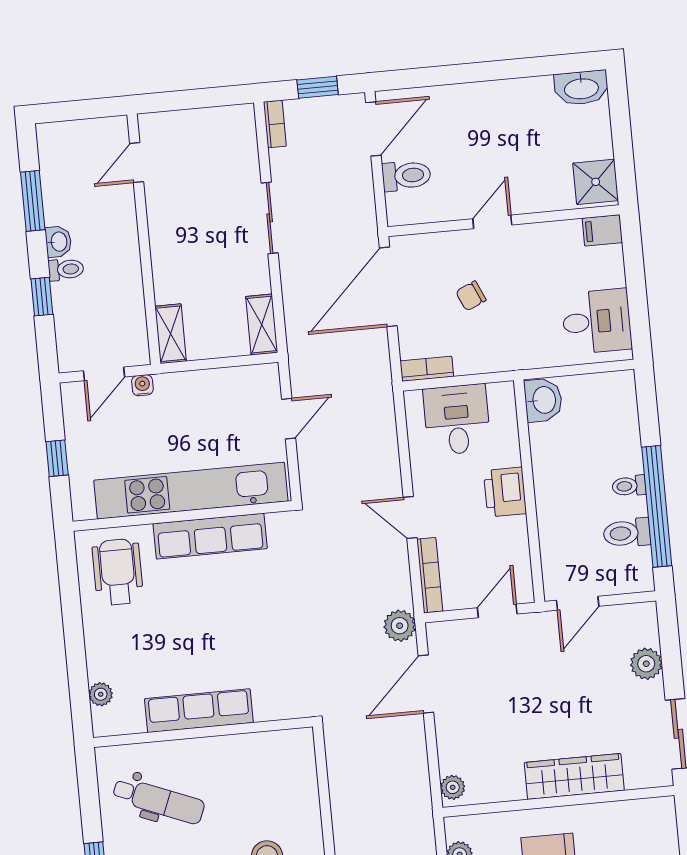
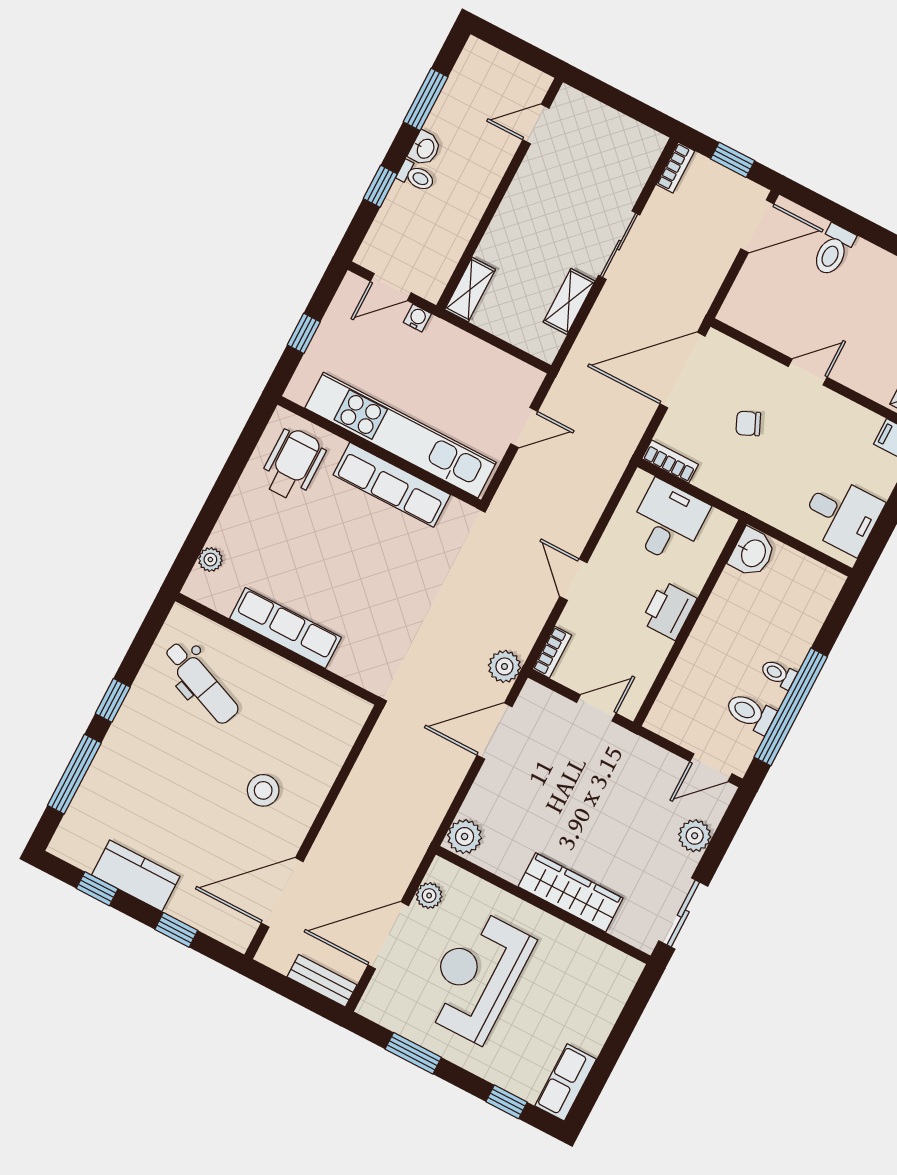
toilet: (406, 176) -> (833, 250), moved, turned 90
shelving: (262, 325) -> (569, 302), moved
bookcase: (430, 575) -> (552, 652), width x0.64
door: (578, 603) -> (711, 768), moved
plant: (453, 787) -> (465, 837), width x1.38, depth x1.38

